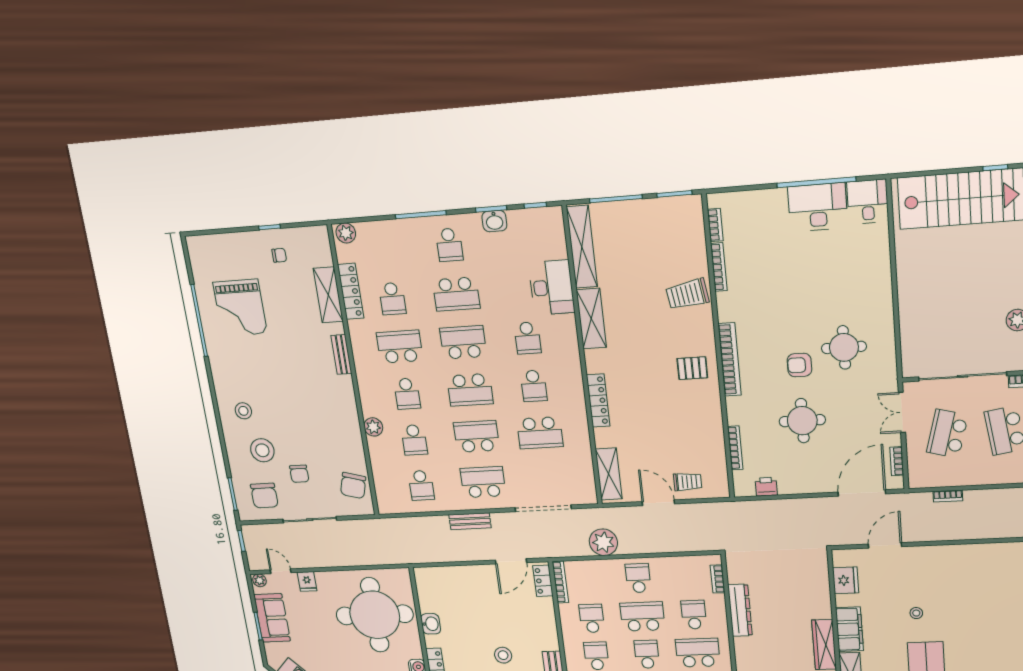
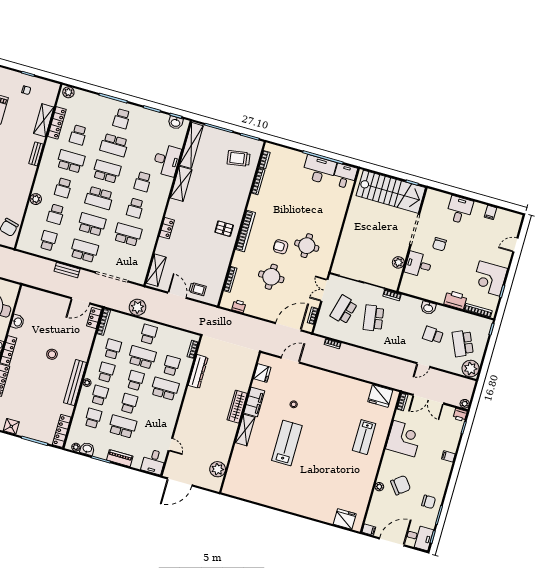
washbasin: (494, 221) -> (176, 123), moved
trolley: (687, 294) -> (239, 158), moved
locker: (598, 400) -> (167, 228), width x0.66
school desk: (540, 433) -> (128, 235), turned 180
school desk: (421, 485) -> (48, 241), turned 180

